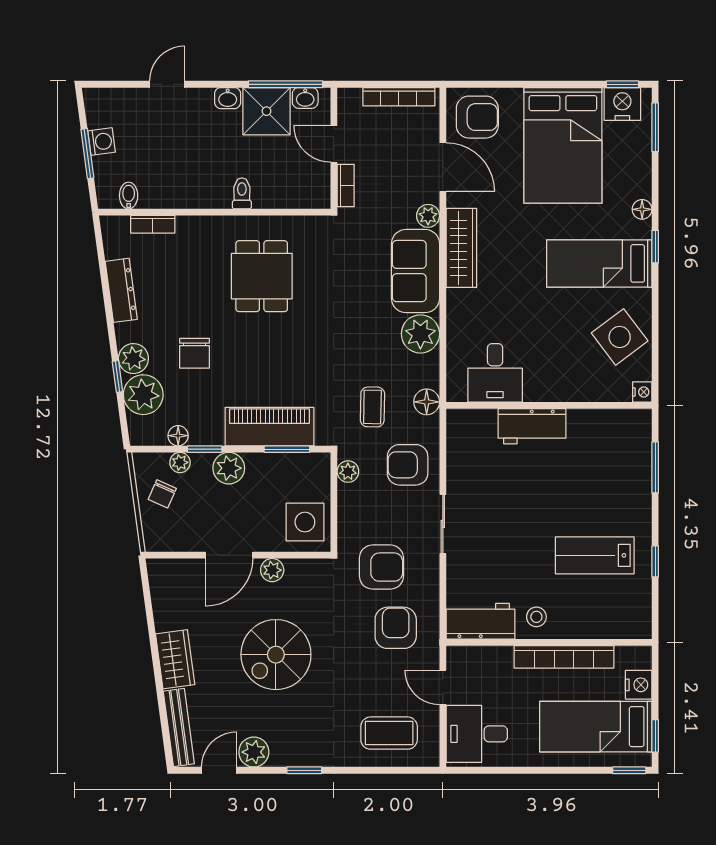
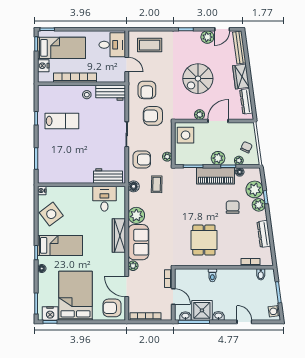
door: (167, 84) -> (244, 322), swing flipped
washing machine: (101, 142) -> (274, 311), moved
wardrobe: (461, 248) -> (119, 235), moved
workbench: (532, 426) -> (108, 176), moved
piano: (269, 427) -> (216, 176), moved
dresser: (163, 601) -> (246, 101), added
spiral stairs: (276, 655) -> (198, 79), turned 180

